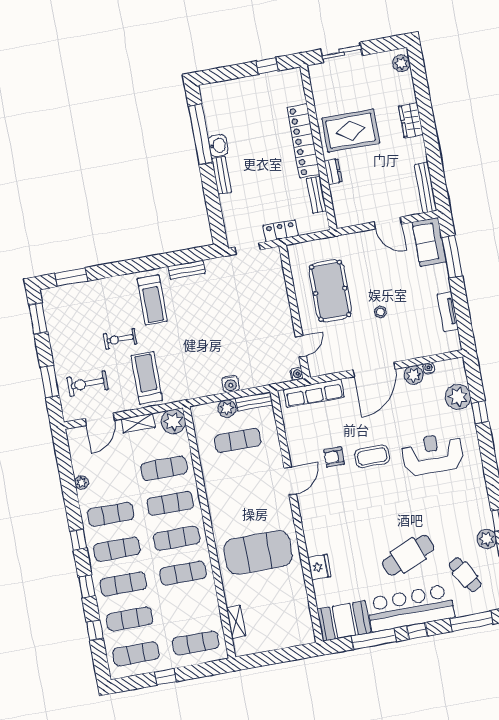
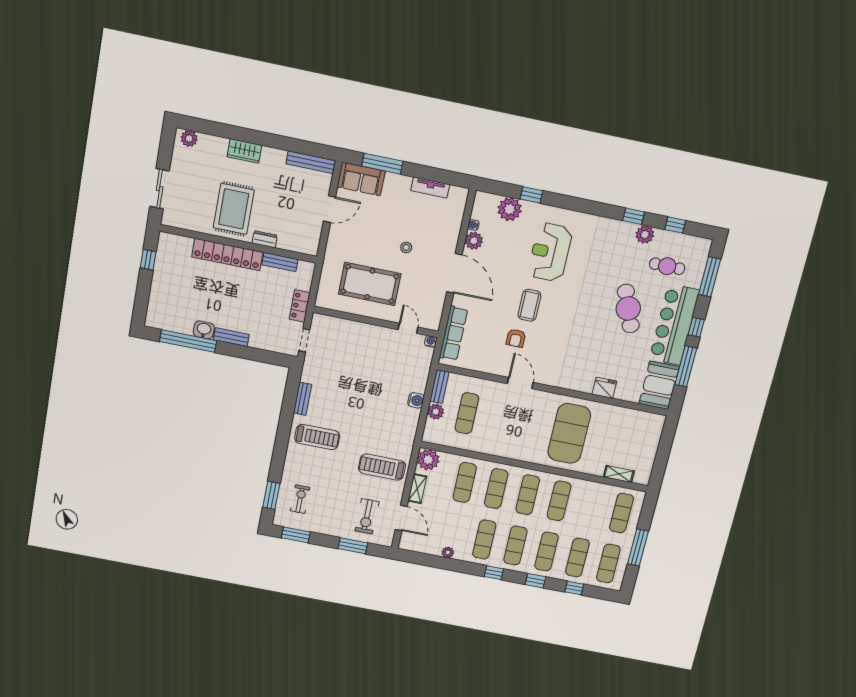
exercise bike: (120, 339) -> (300, 499), moved, turned 180
cafe table: (465, 575) -> (667, 266), turned 31
window: (166, 677) -> (638, 548), width x2.17

